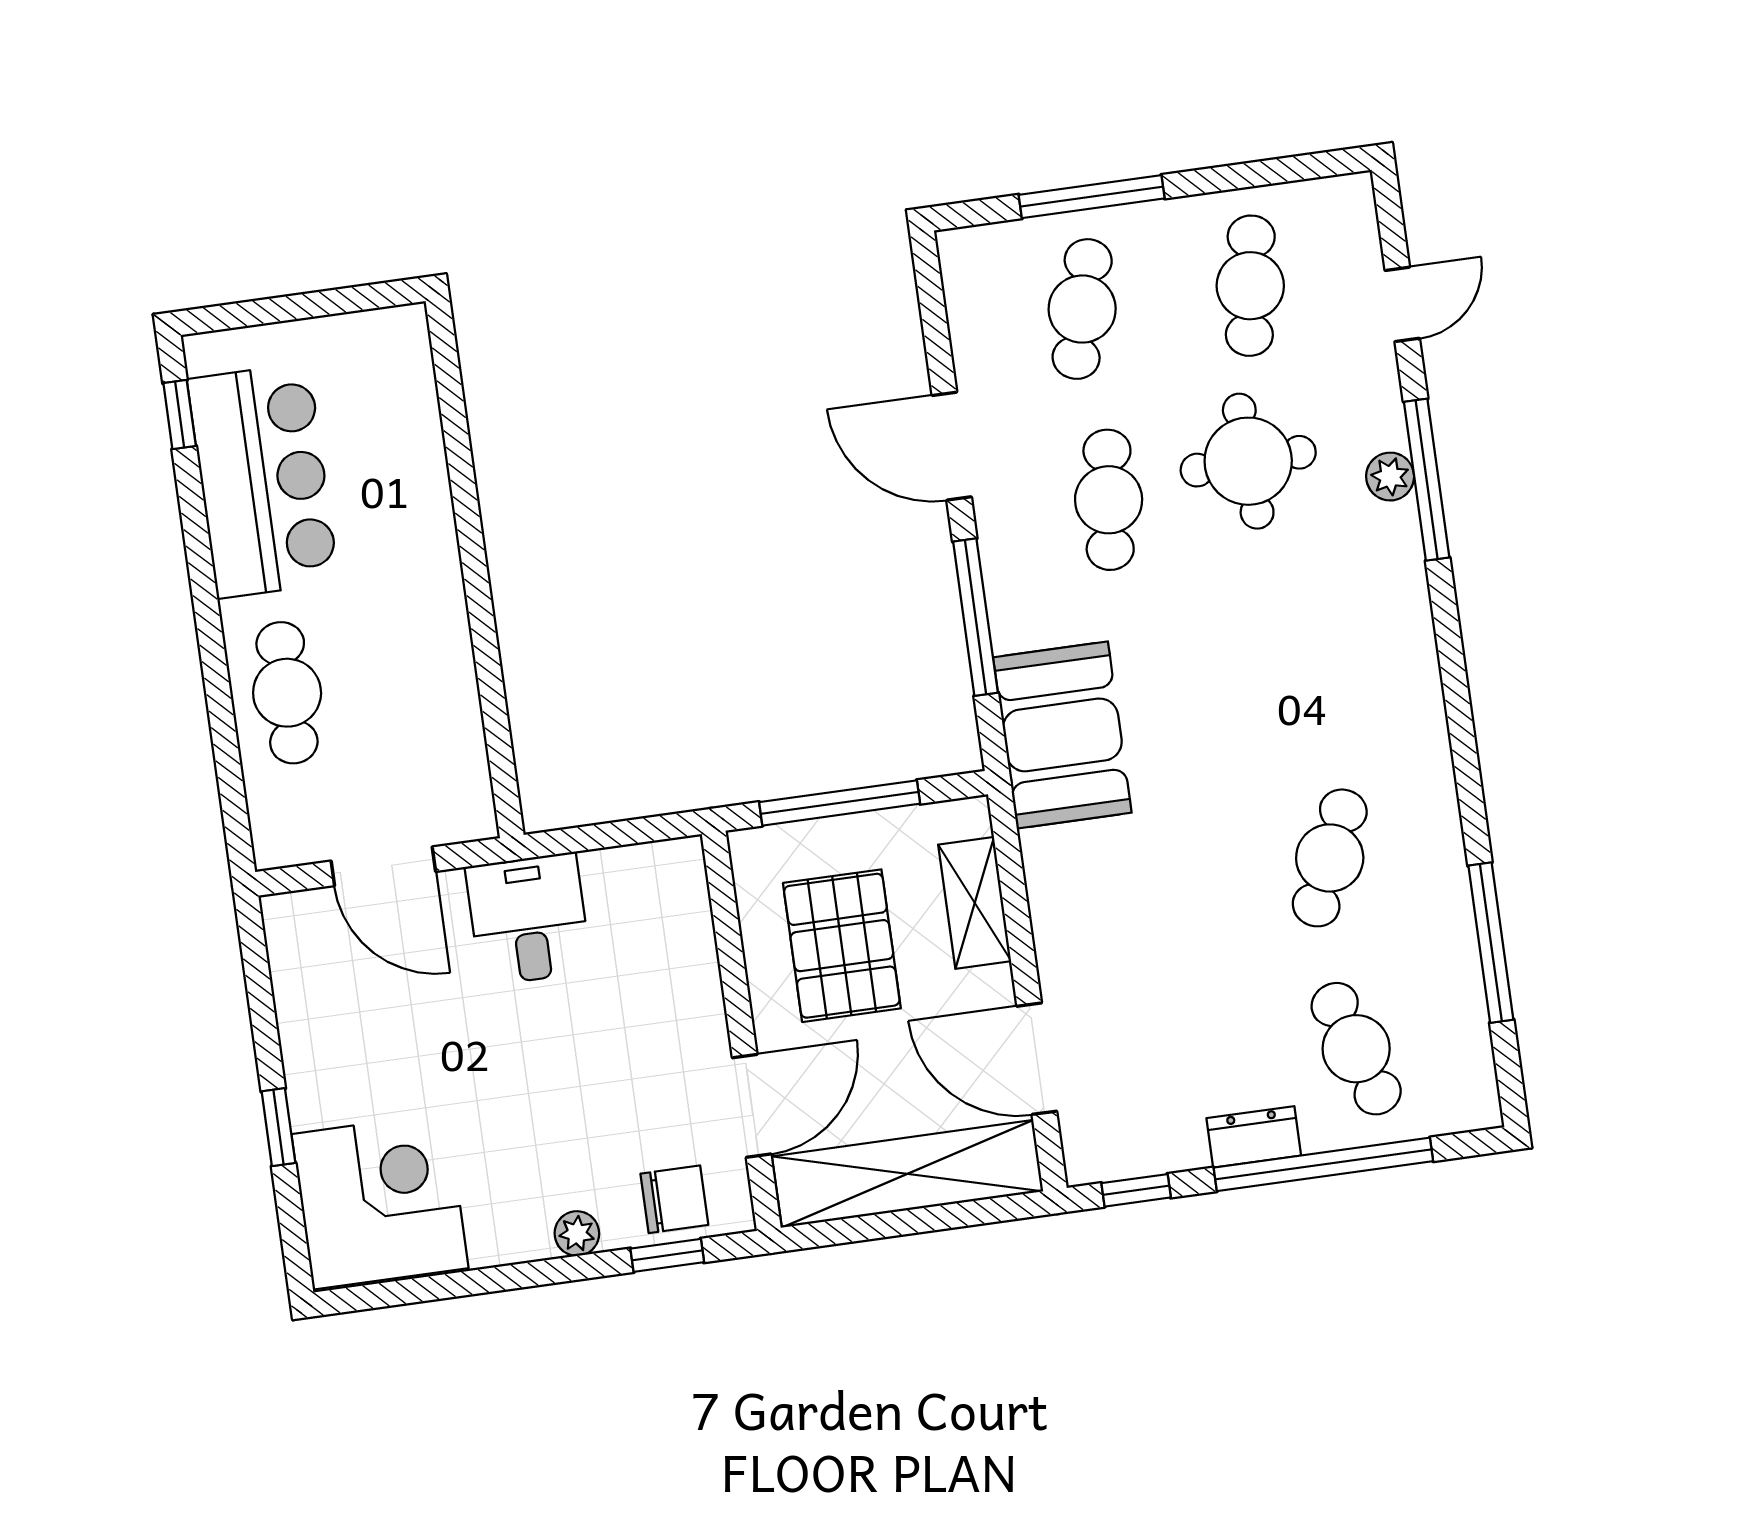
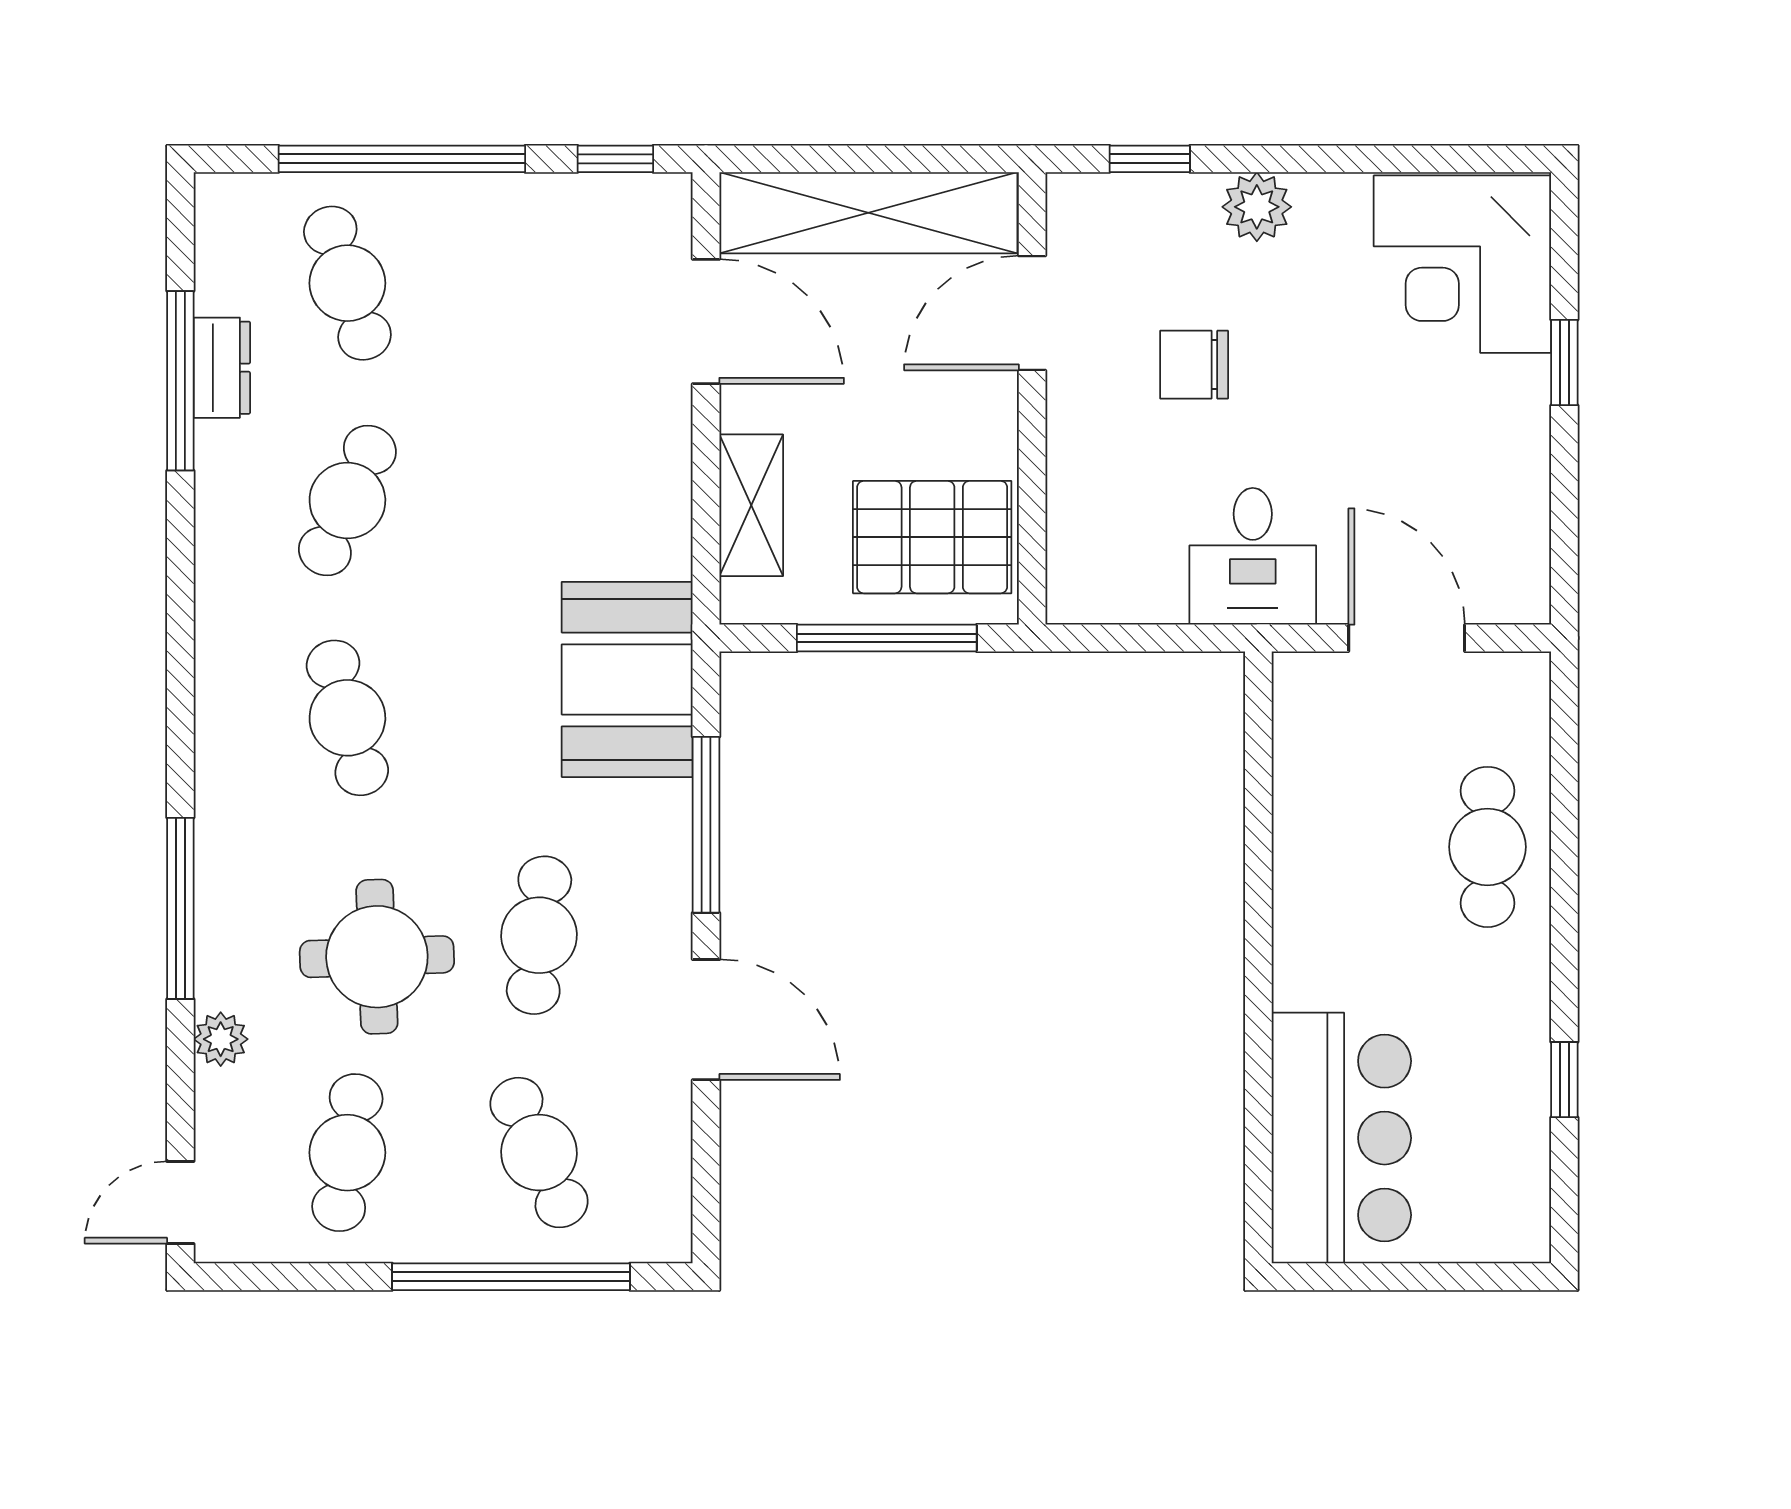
window: (1092, 197) -> (511, 1277), width x1.46
door: (1402, 304) -> (180, 1202), moved
cafe table: (1082, 309) -> (539, 1153), turned -39
window: (180, 414) -> (1564, 1080), moved
plant: (1390, 477) -> (221, 1039), moved
bar counter: (263, 481) -> (1341, 1138), moved, turned 180
cafe table: (1303, 667) -> (347, 718), added
pallet: (842, 946) -> (932, 537), moved, turned 90
dresser: (1254, 1137) -> (222, 368), moved, turned -90
chair: (674, 1199) -> (1194, 365), moved
plant: (577, 1233) -> (1257, 207), width x1.38, depth x1.38

